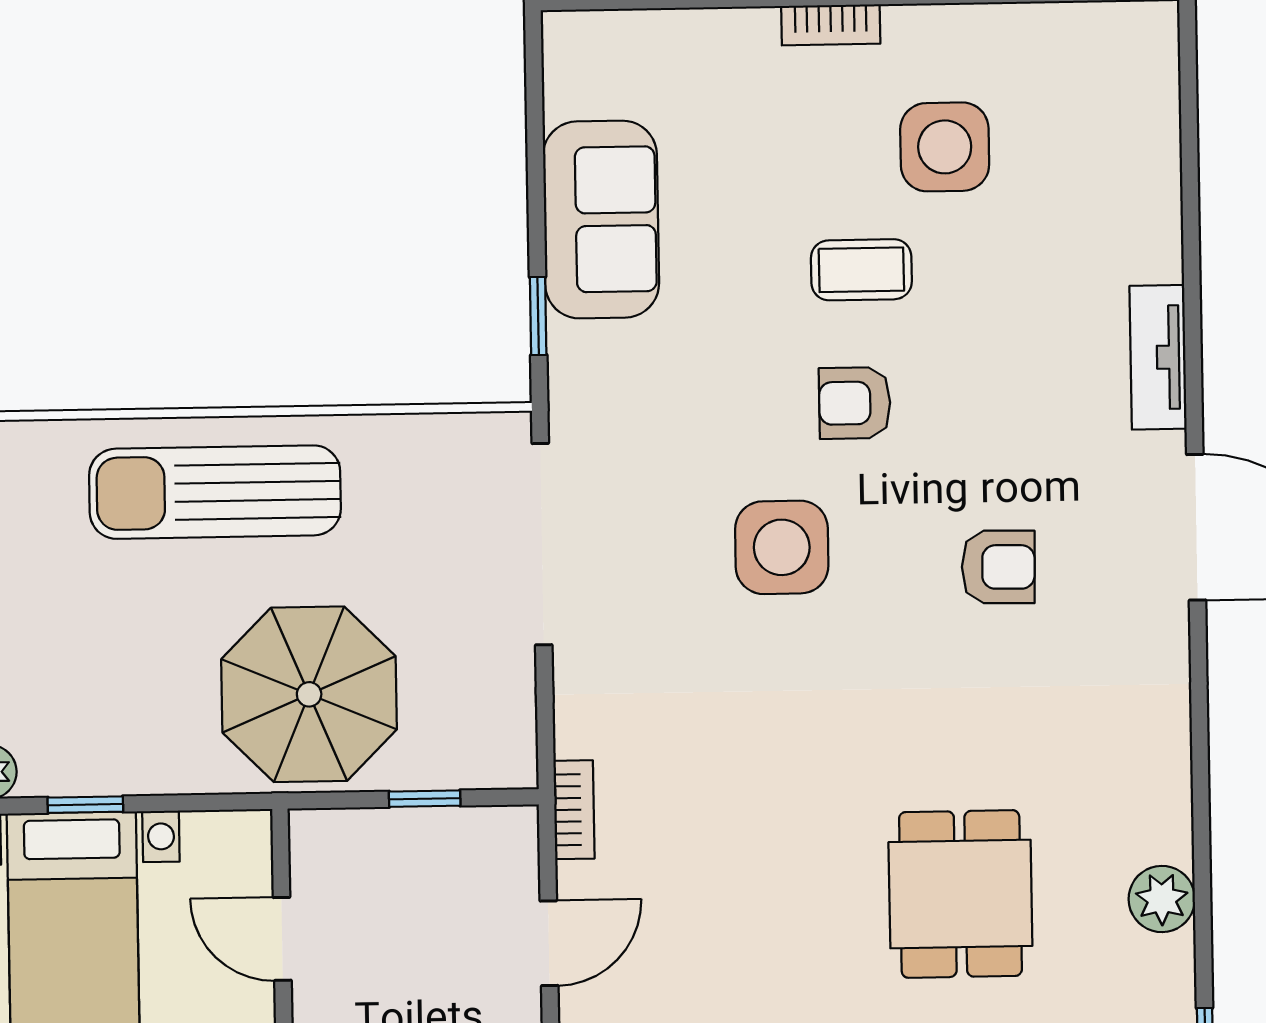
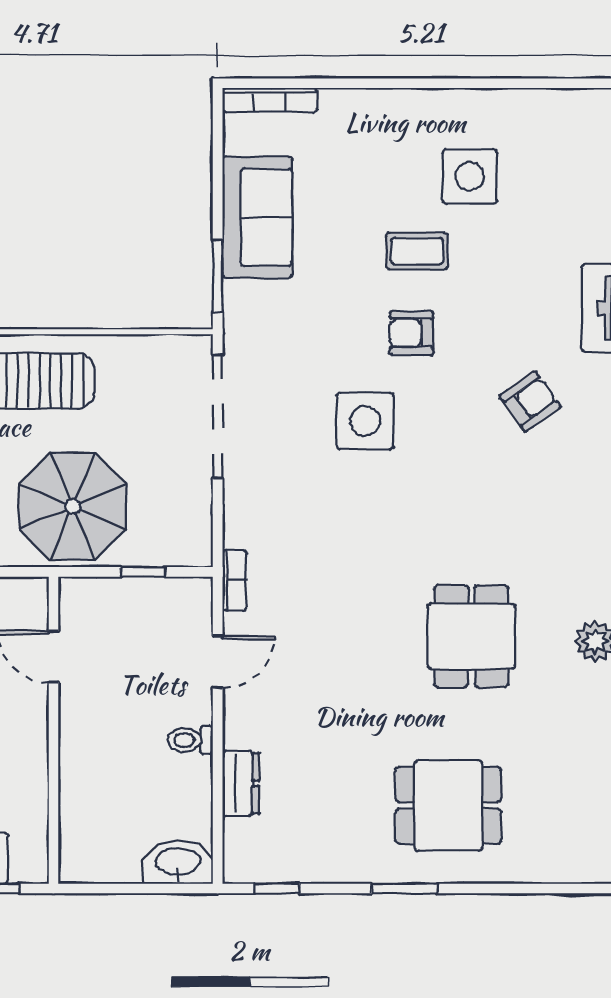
bookcase: (831, 25) -> (270, 100), moved, width x1.56
window: (538, 316) -> (218, 276), width x1.50
armchair: (998, 567) -> (530, 401), moved, turned -36

